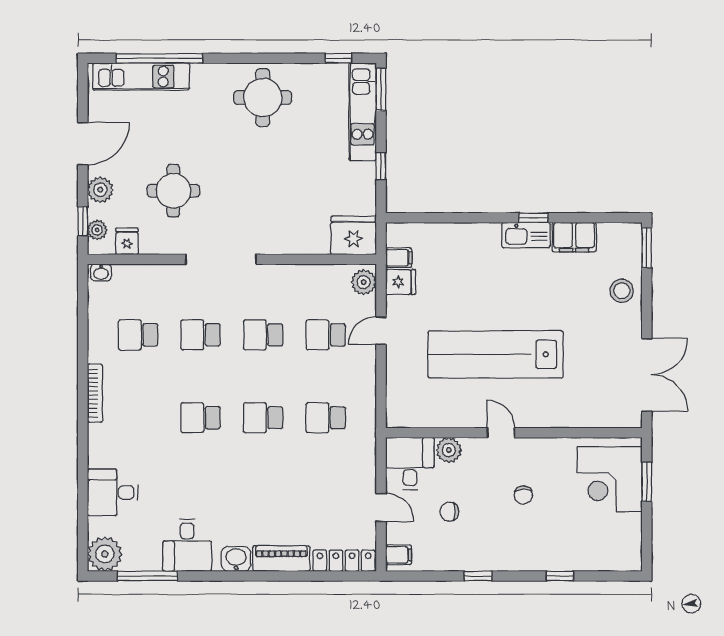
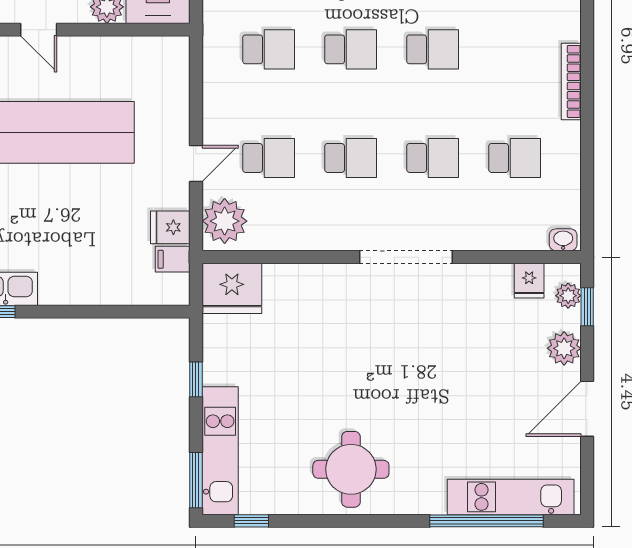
round table: (173, 191) -> (468, 347), removed
plant: (364, 282) -> (225, 221), width x1.36, depth x1.36

